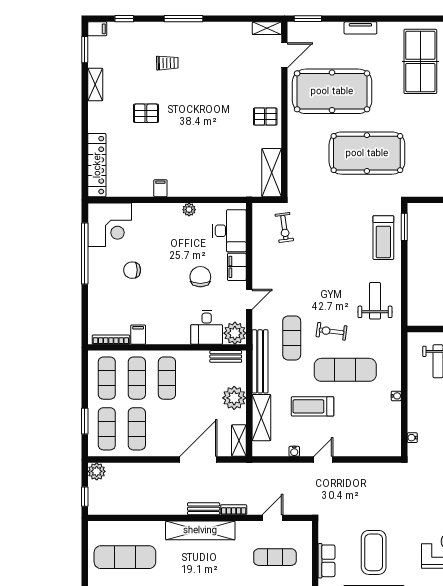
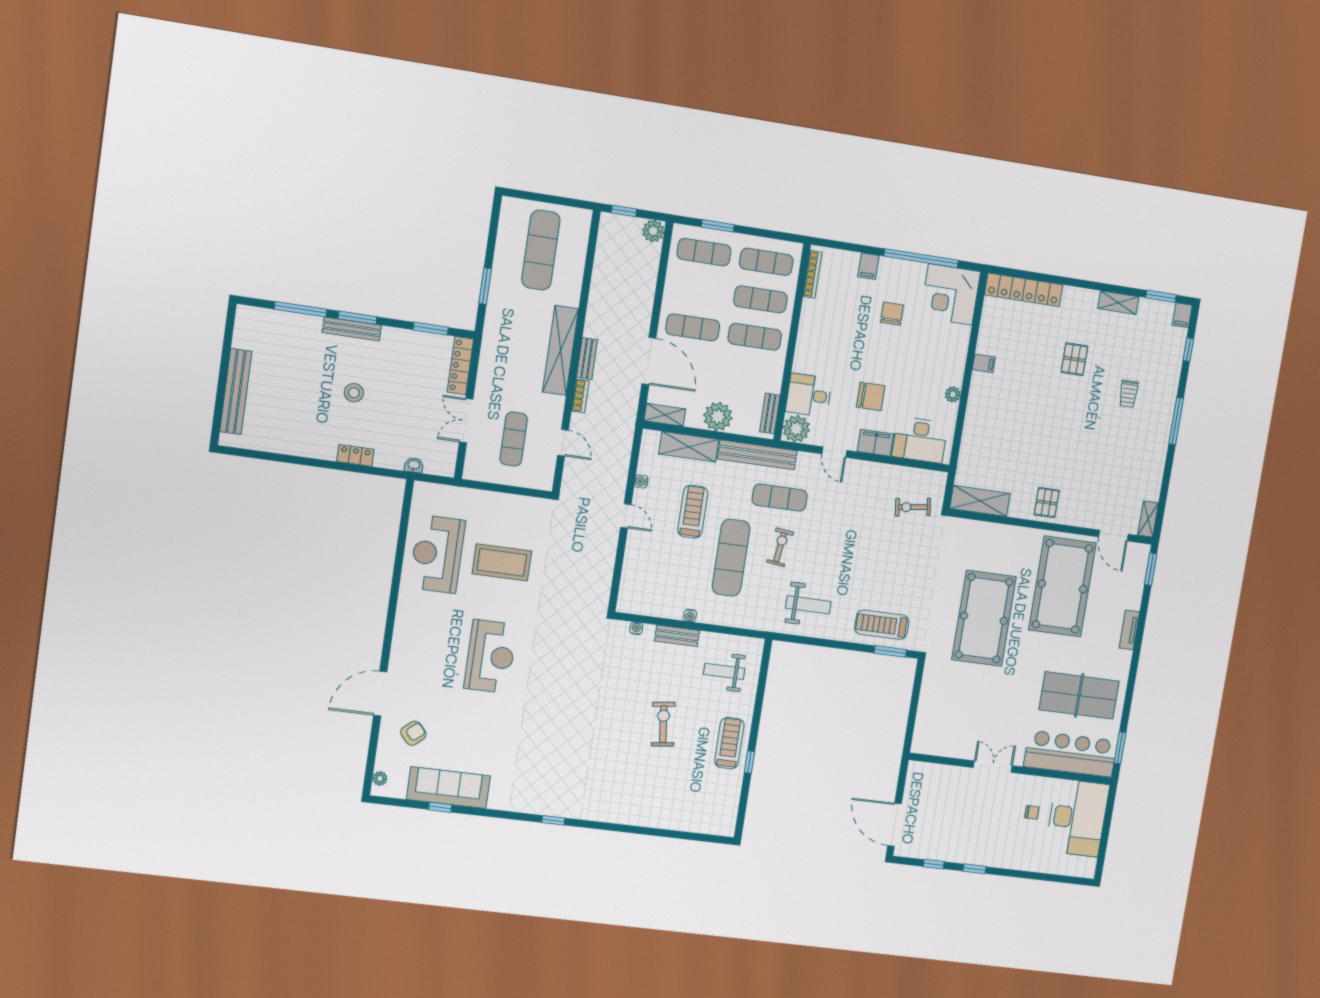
filing cabinet: (138, 335) -> (868, 266), moved, turned 90
bench: (414, 404) -> (677, 636), added
exercise mat: (137, 429) -> (693, 327), moved
row of seats: (327, 561) -> (500, 503), removed

